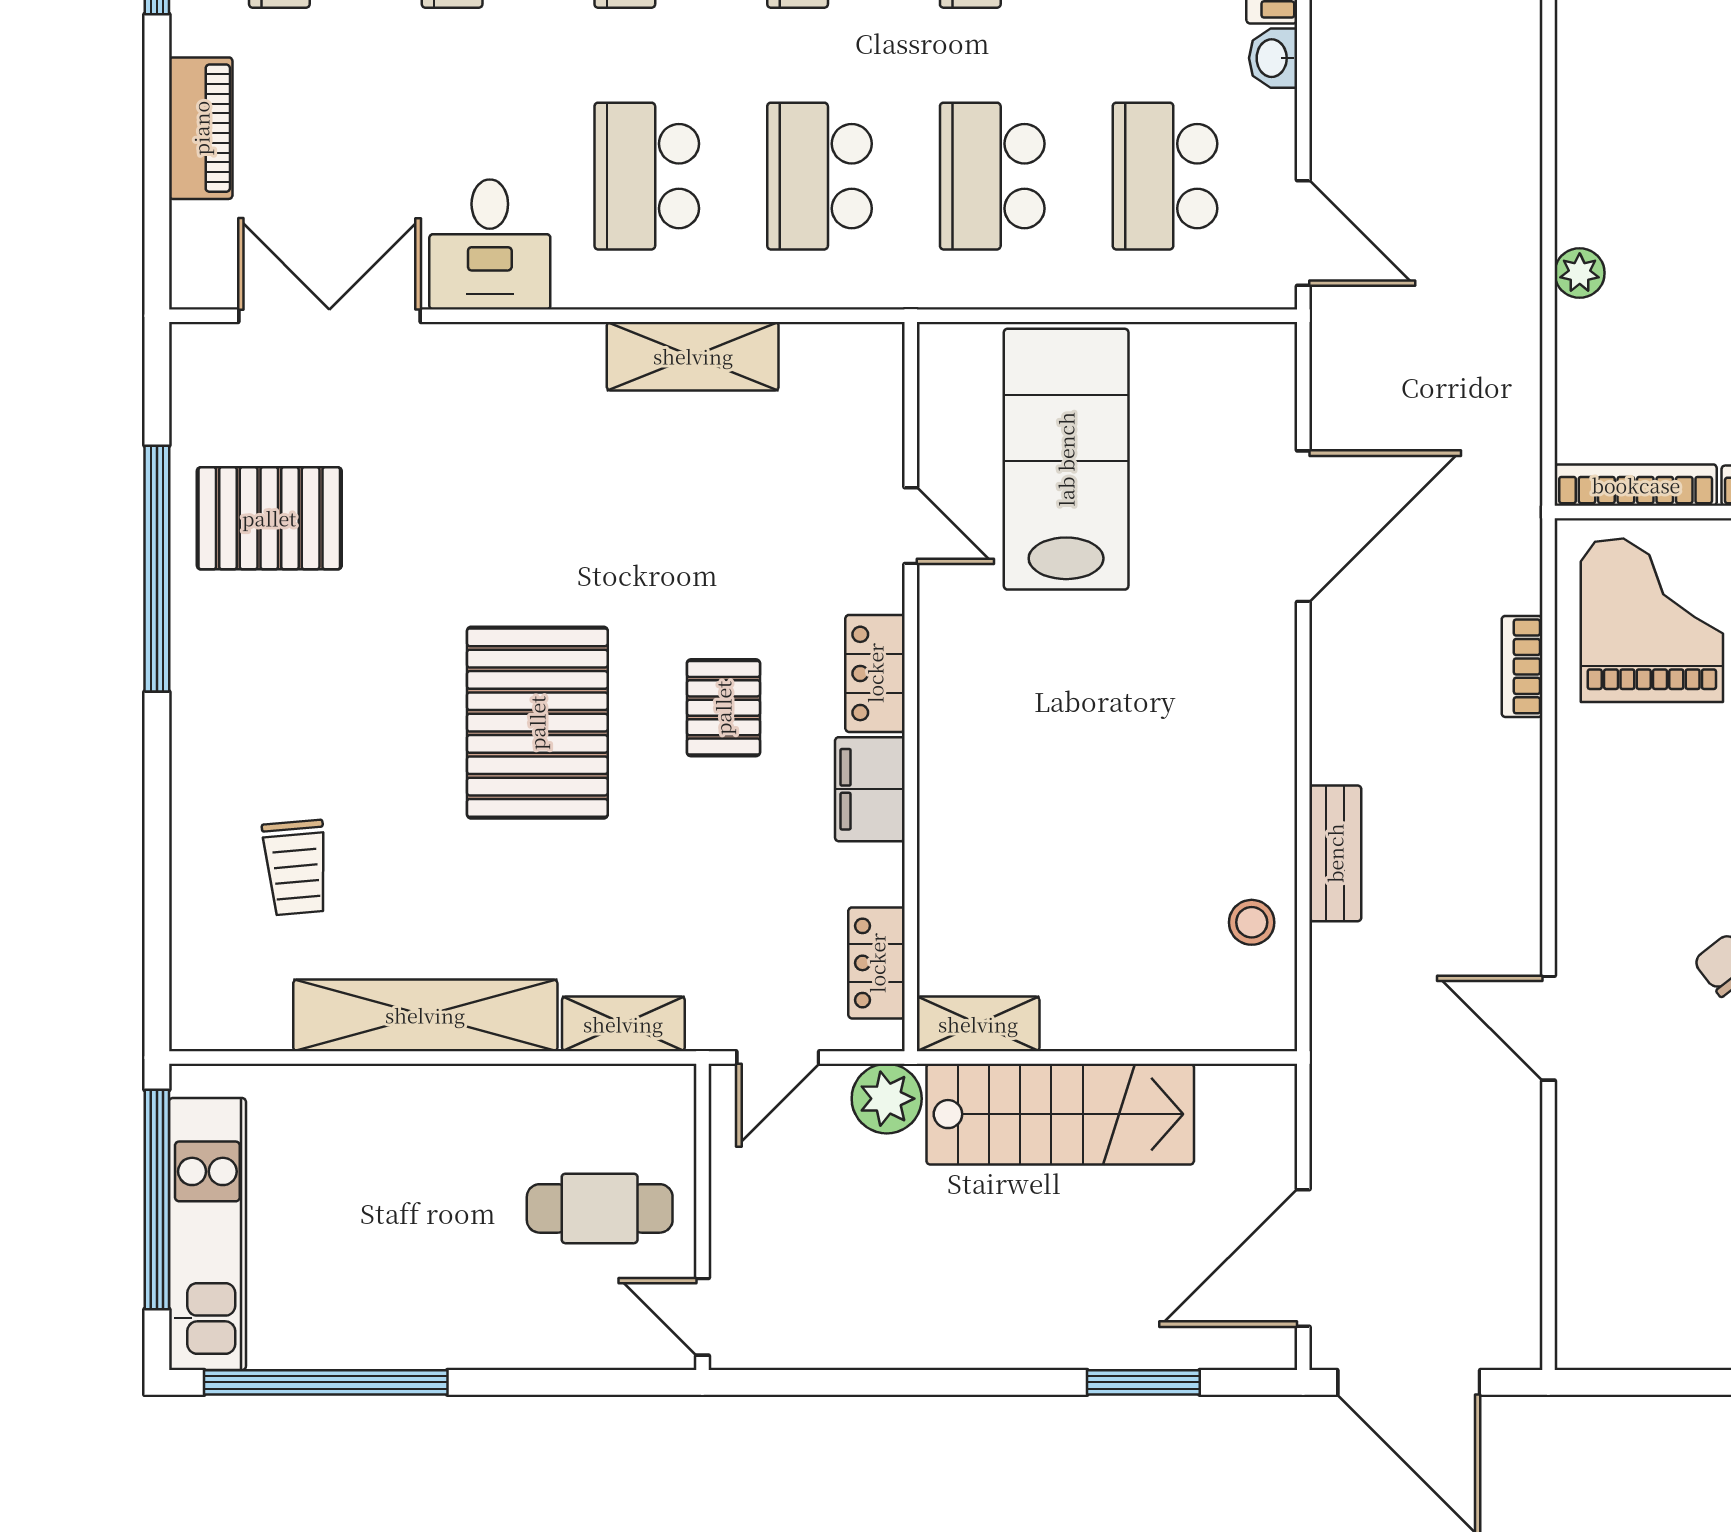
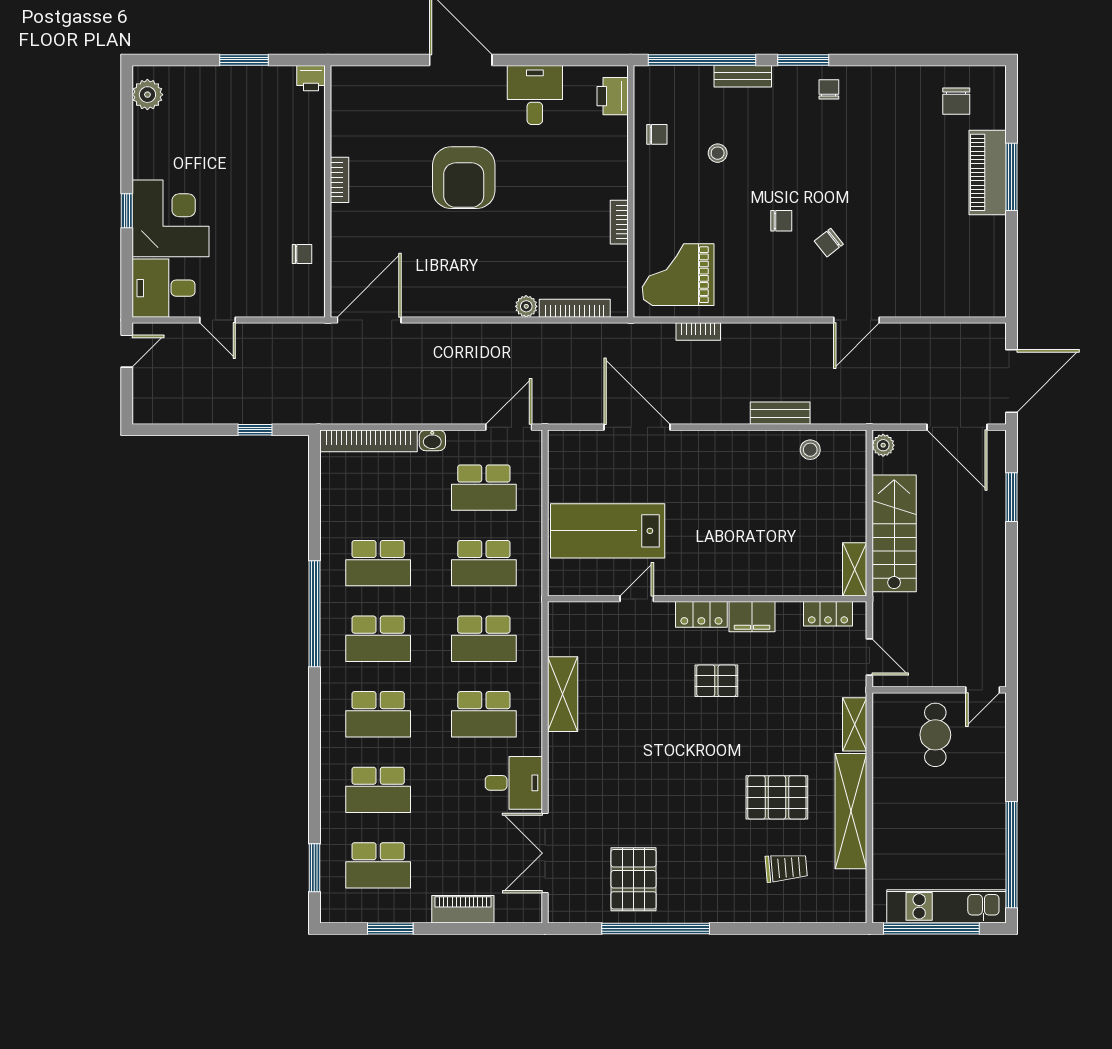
bookcase: (1636, 485) -> (575, 308), moved, turned 90
pallet: (537, 723) -> (777, 797), moved, width x0.73, depth x0.71
plant: (887, 1099) -> (883, 445), moved, width x0.73, depth x0.73

